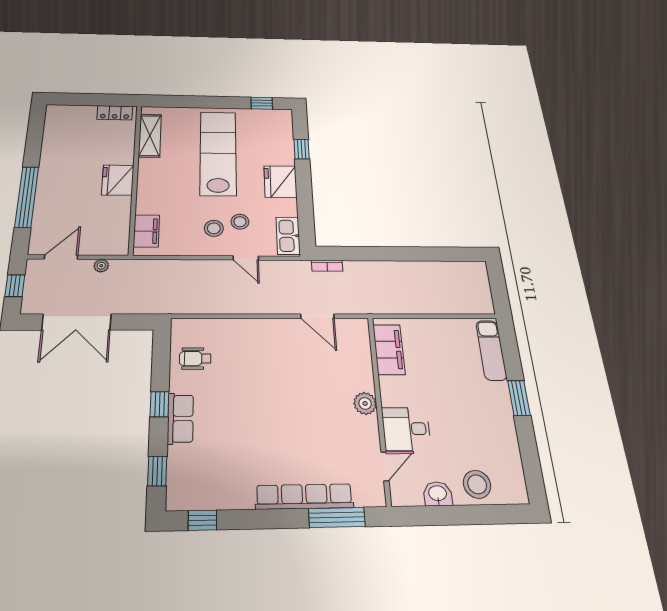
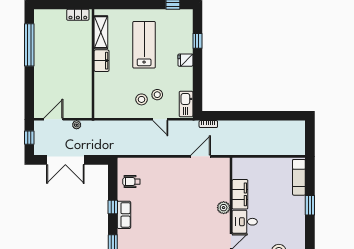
lab bench: (218, 153) -> (144, 45), width x0.73
fridge: (118, 180) -> (83, 66), removed
fridge: (280, 182) -> (185, 60), width x0.53, depth x0.75
window: (27, 197) -> (29, 45), moved
filing cabinet: (146, 231) -> (102, 61), moved
door: (317, 316) -> (201, 156), swing flipped
filing cabinet: (389, 349) -> (240, 194), moved

